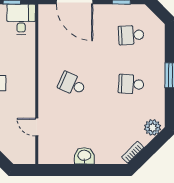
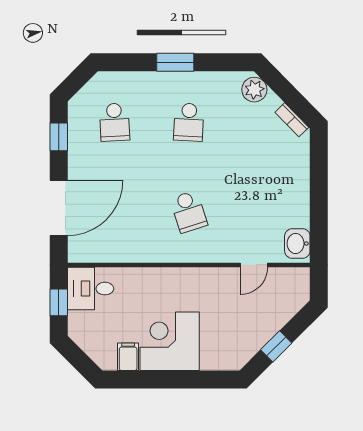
school desk: (72, 84) -> (189, 212), turned -42
washbasin: (84, 156) -> (297, 244), moved

